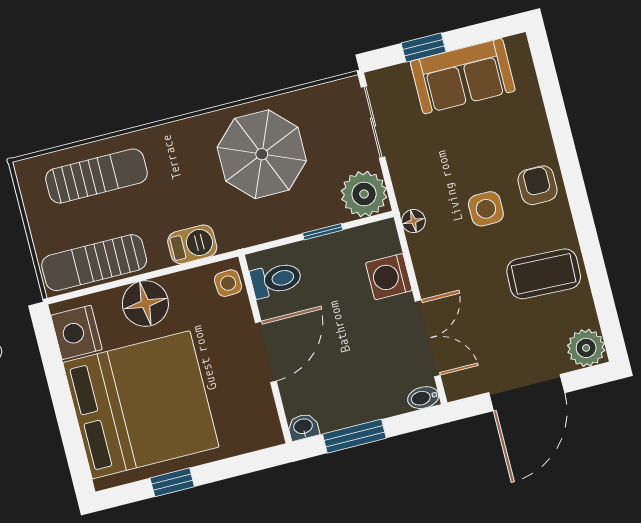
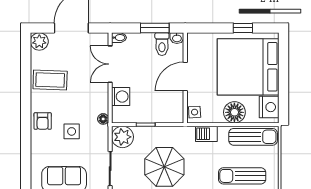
side table: (486, 209) -> (72, 131), moved
toilet: (276, 280) -> (162, 44), moved, turned -90

